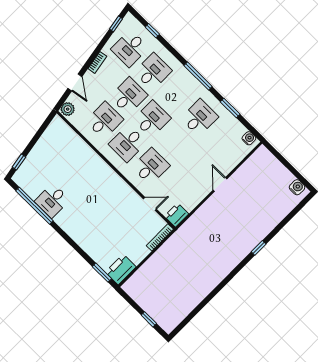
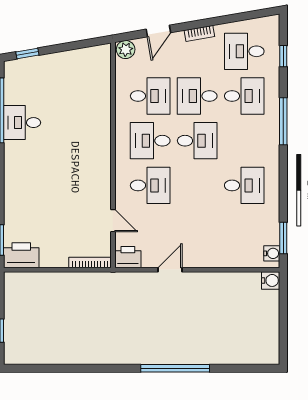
window: (116, 24) -> (255, 14), removed
window: (198, 76) -> (283, 121), moved
desk: (129, 96) -> (197, 96), turned 180
window: (230, 108) -> (283, 238), moved
door: (220, 184) -> (170, 270), moved
water cooler: (297, 187) -> (271, 280), moved
window: (259, 248) -> (175, 368), width x3.17

